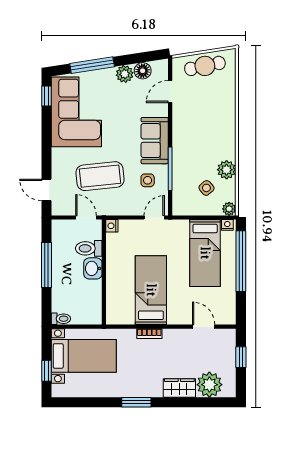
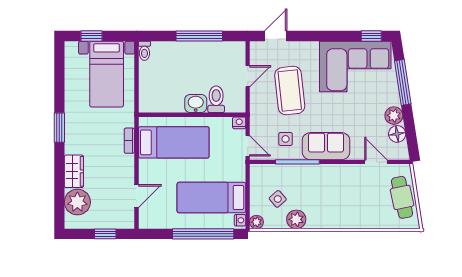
nightstand: (112, 226) -> (239, 123), moved
toilet: (89, 248) -> (216, 99), moved
washbasin: (93, 268) -> (196, 103), moved
wall: (104, 272) -> (192, 115), moved

